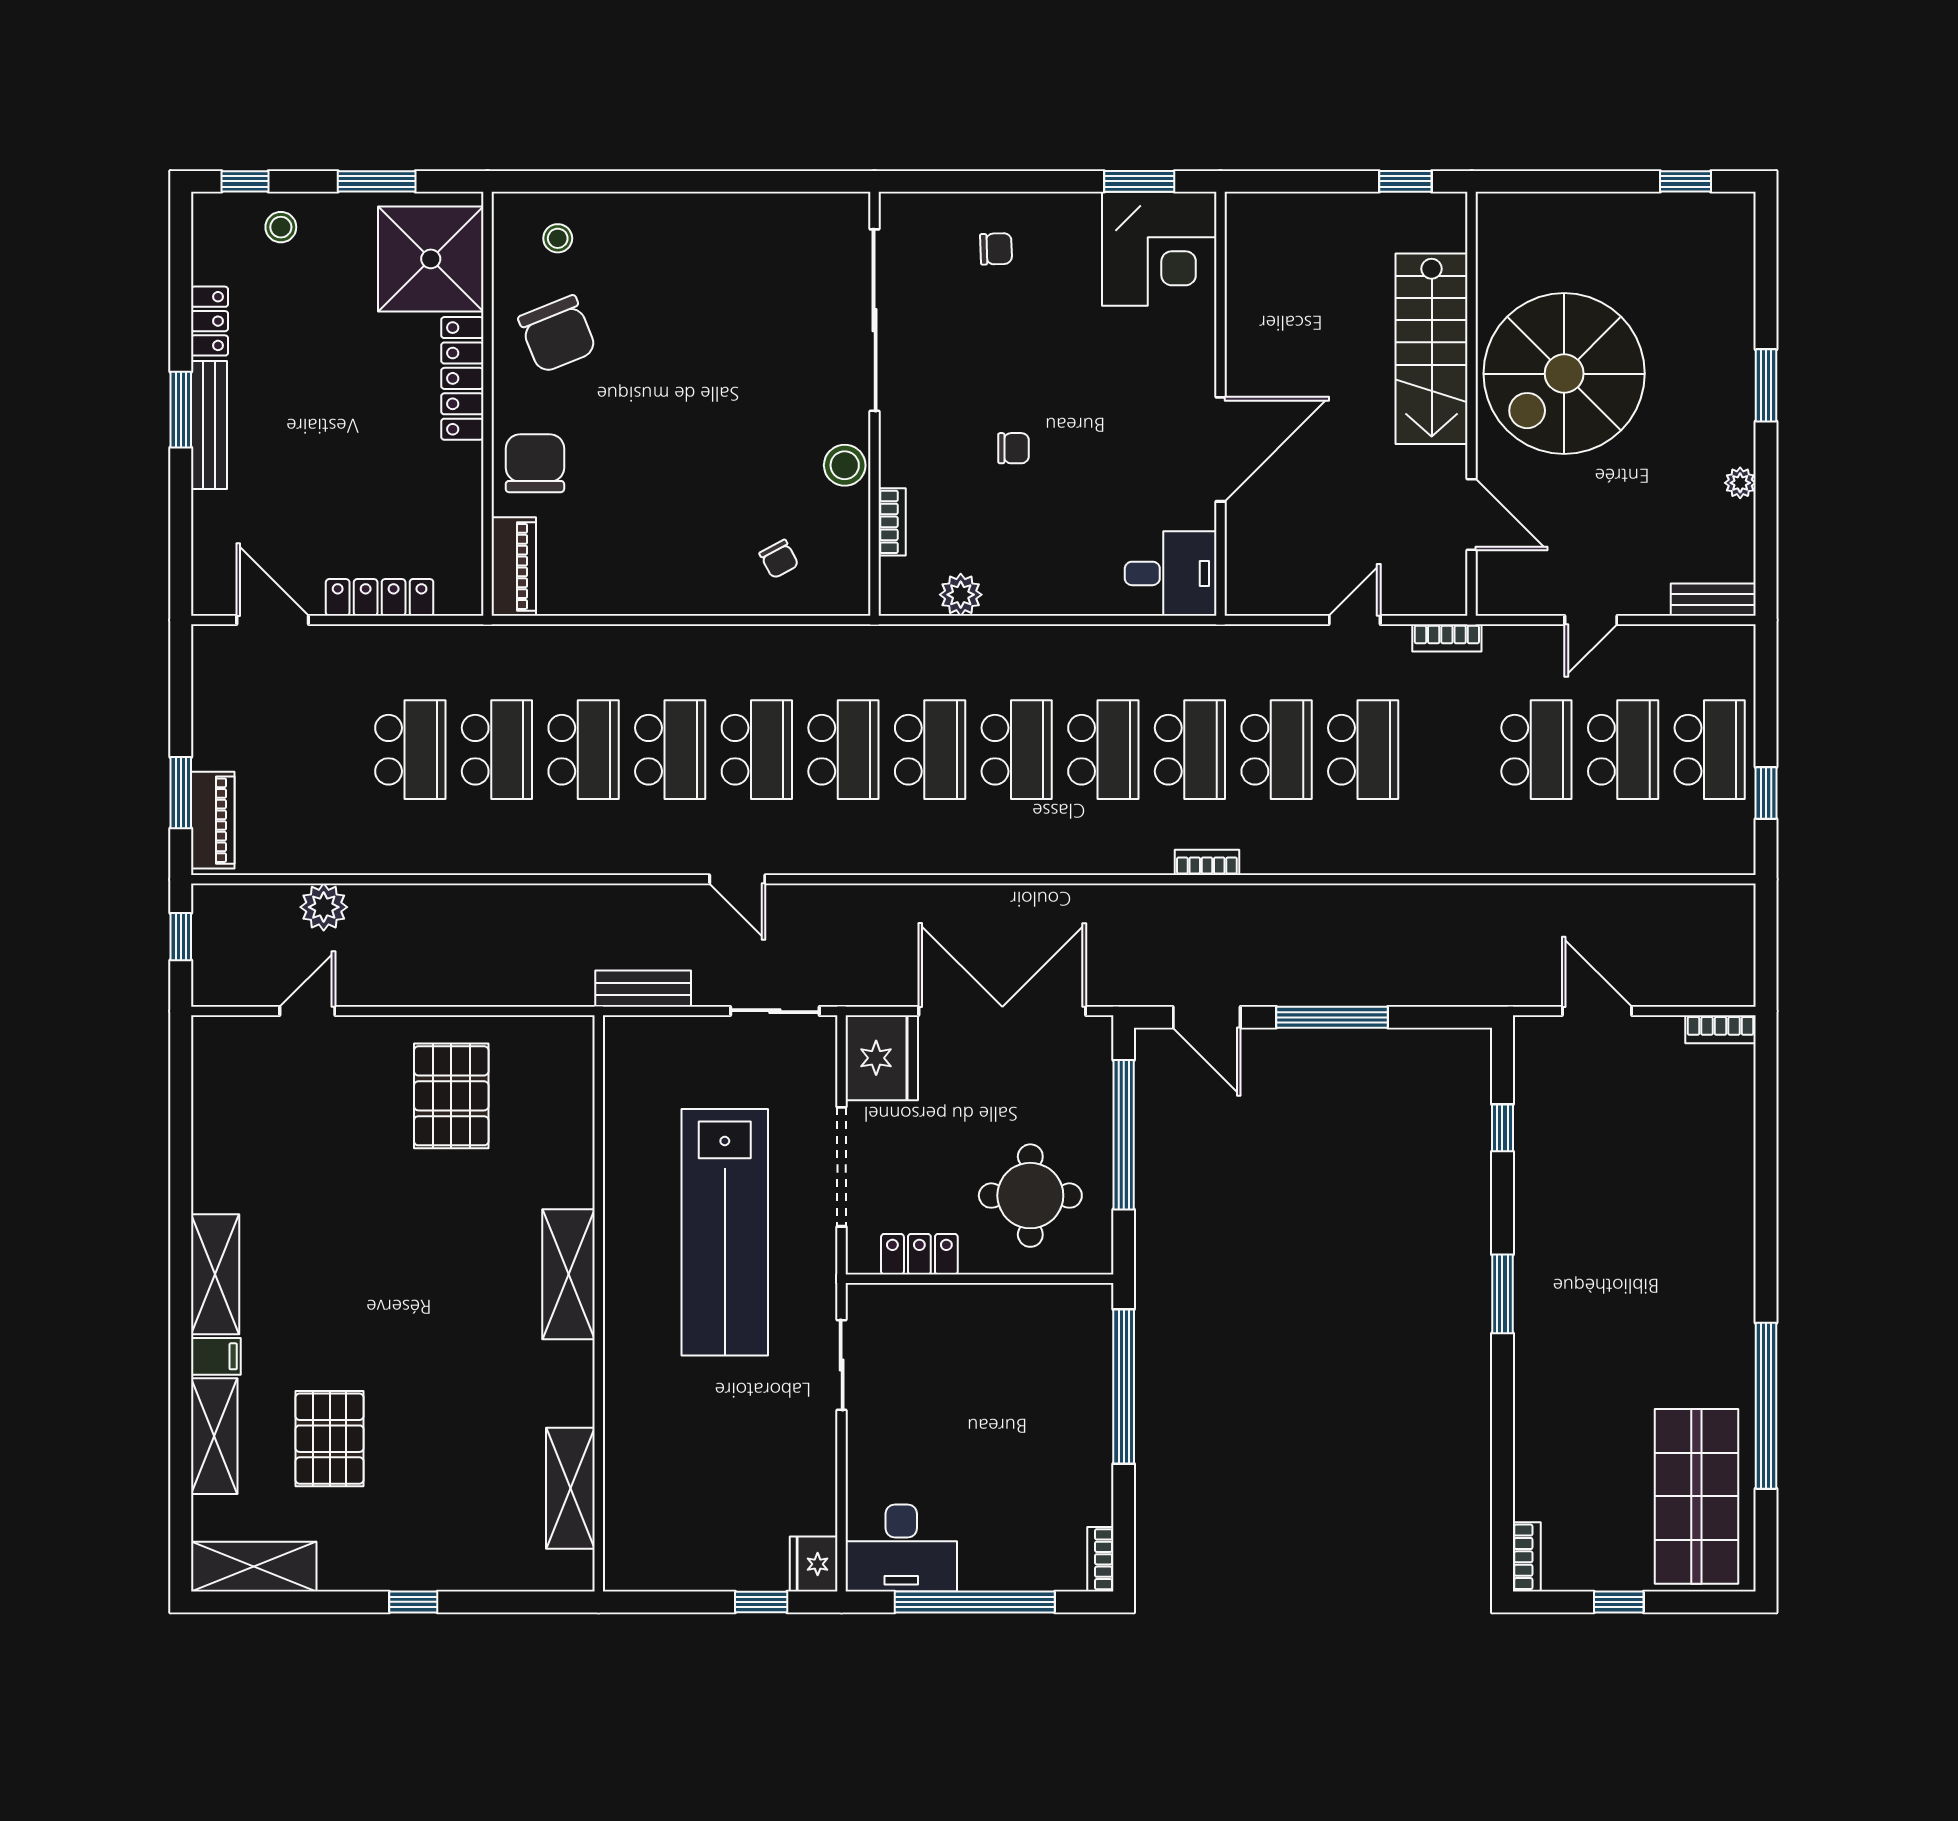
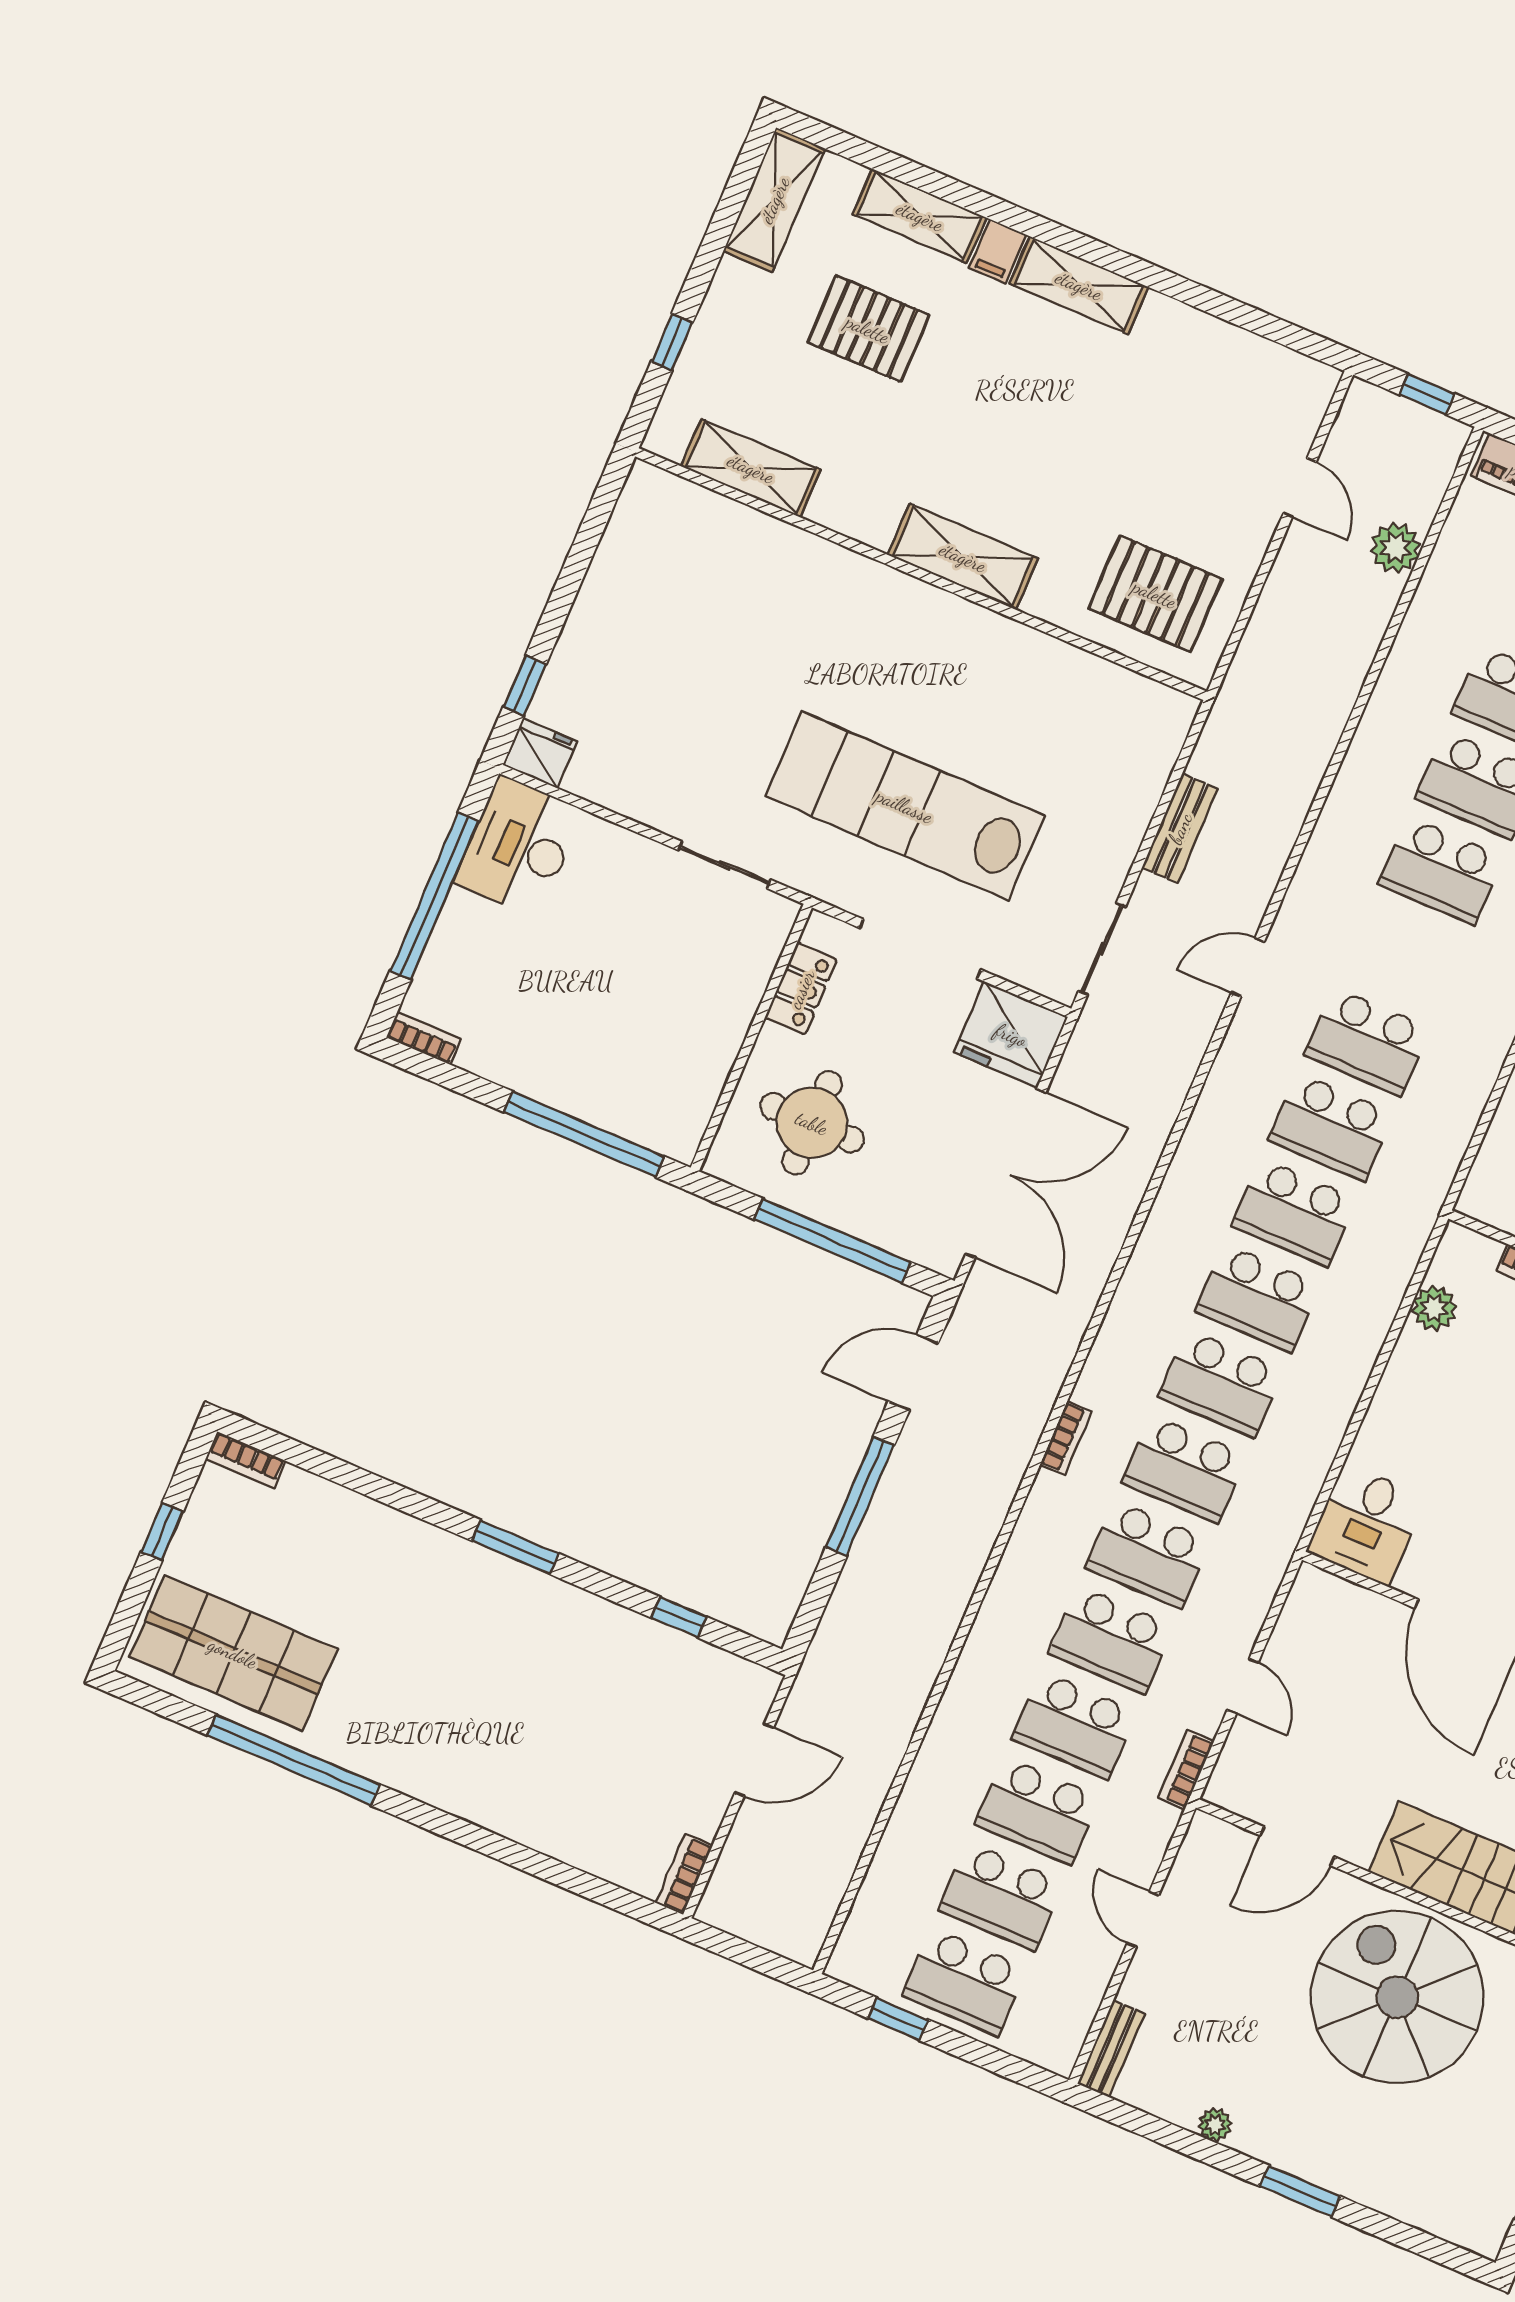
school desk: (670, 750) -> (1075, 1725), moved
shelving: (568, 1274) -> (963, 557), moved
wall: (599, 1303) -> (921, 574), moved
shelving: (570, 1488) -> (751, 468), moved

